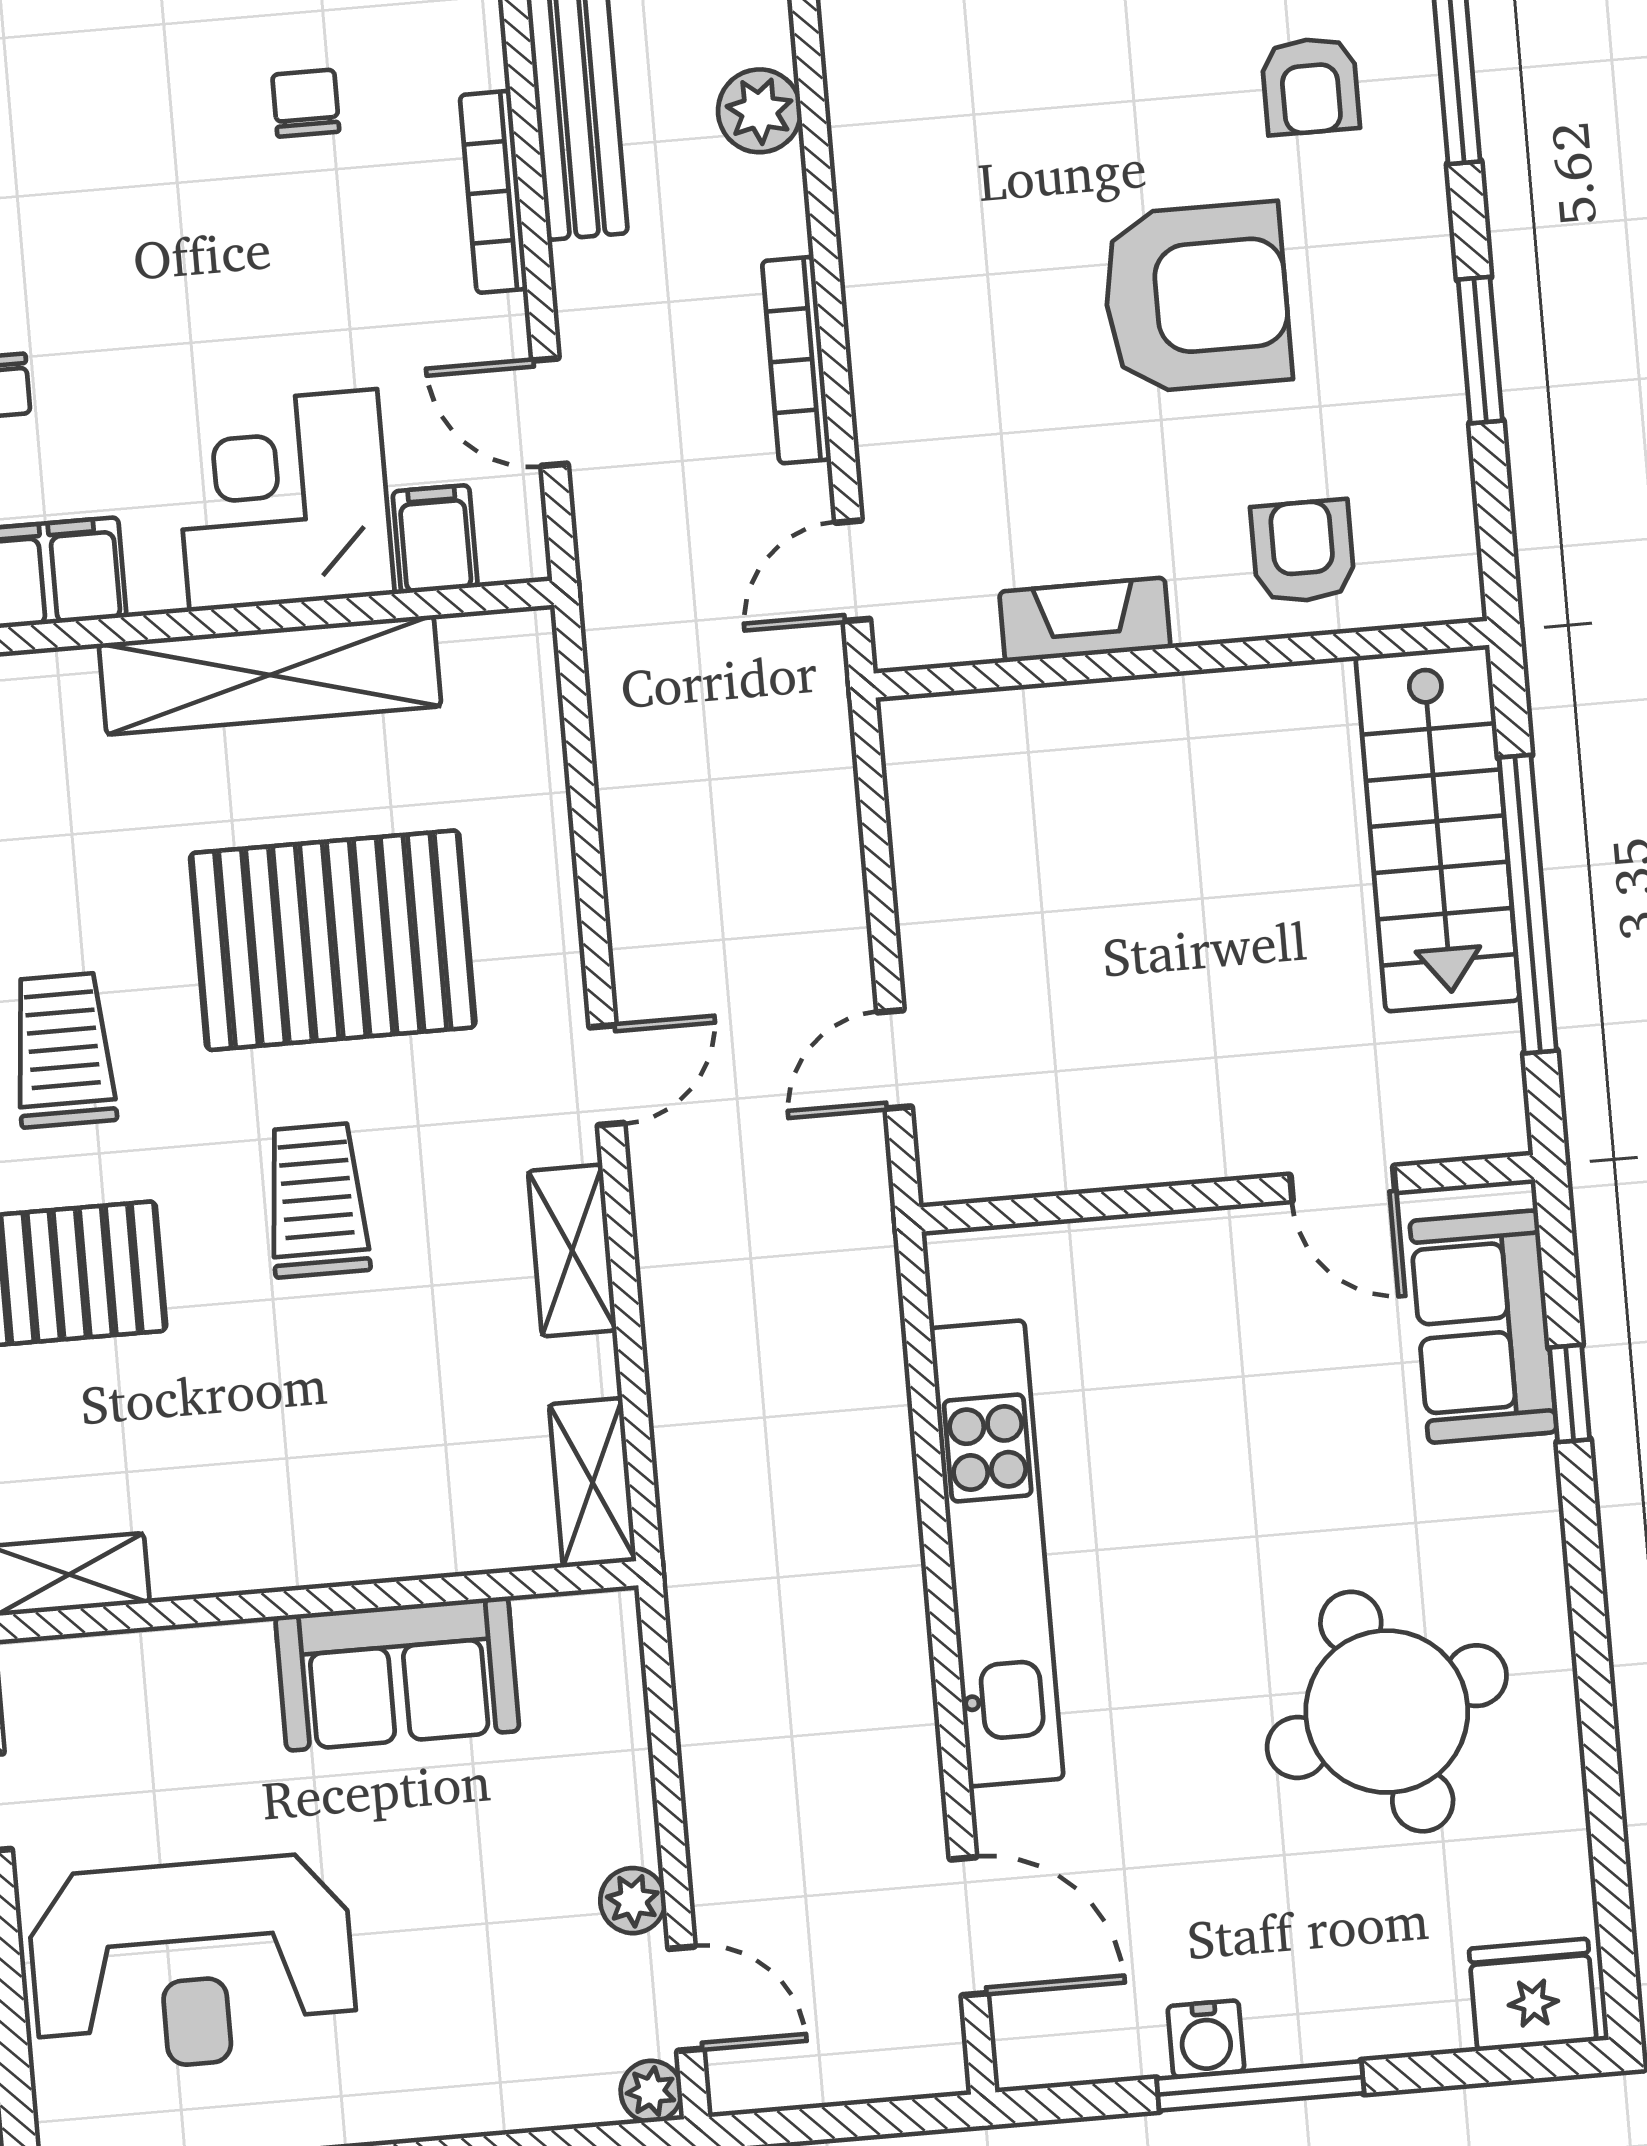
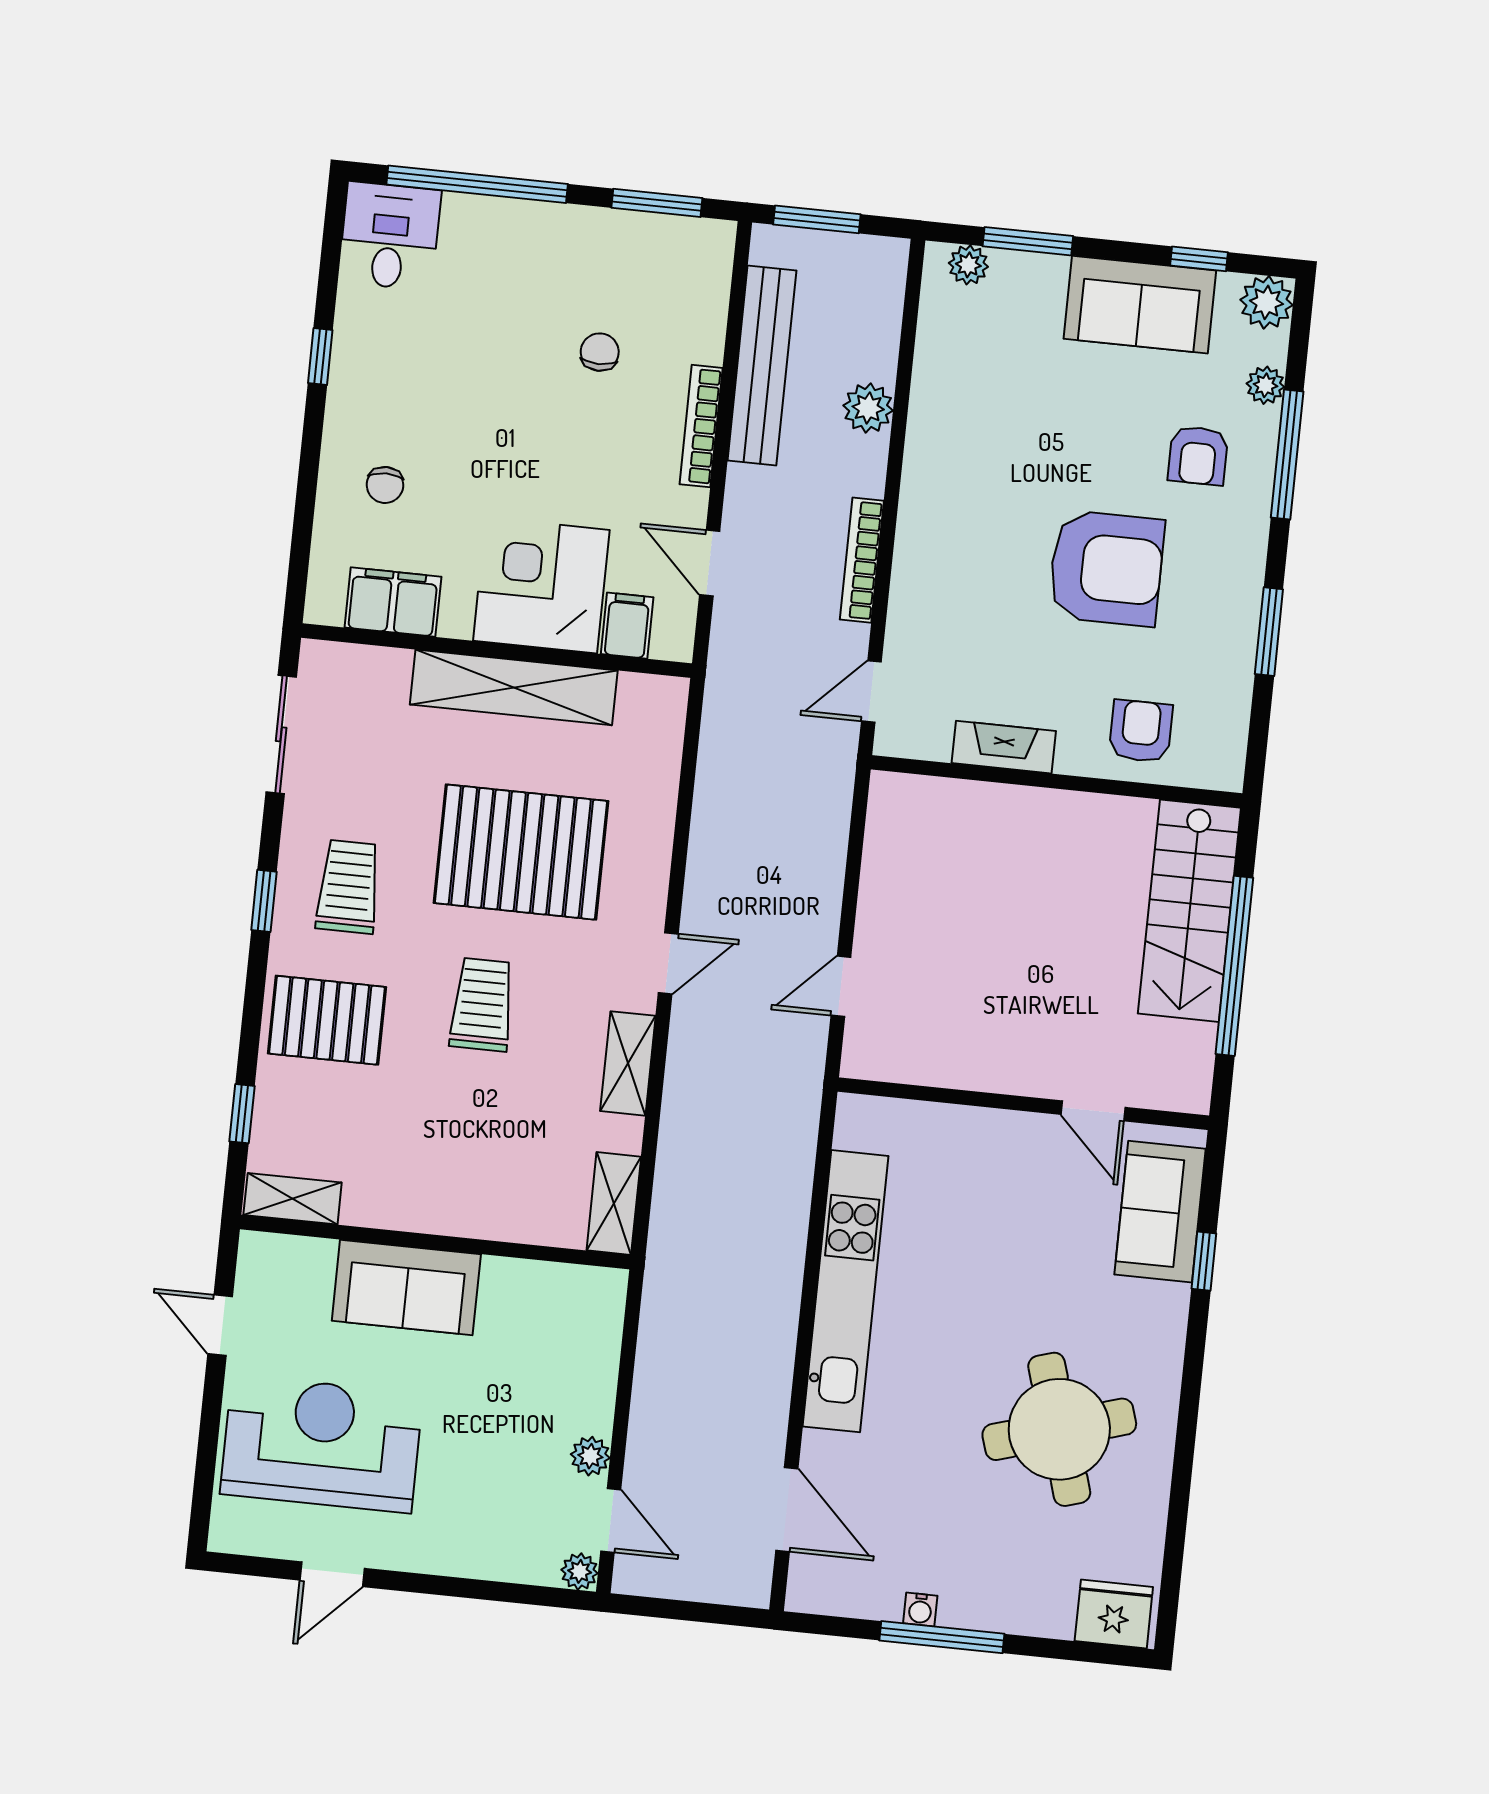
sofa: (397, 1674) -> (406, 1288), moved
reception desk: (192, 1964) -> (322, 1444), turned 180
water cooler: (1206, 2039) -> (920, 1610), width x0.72, depth x0.72

